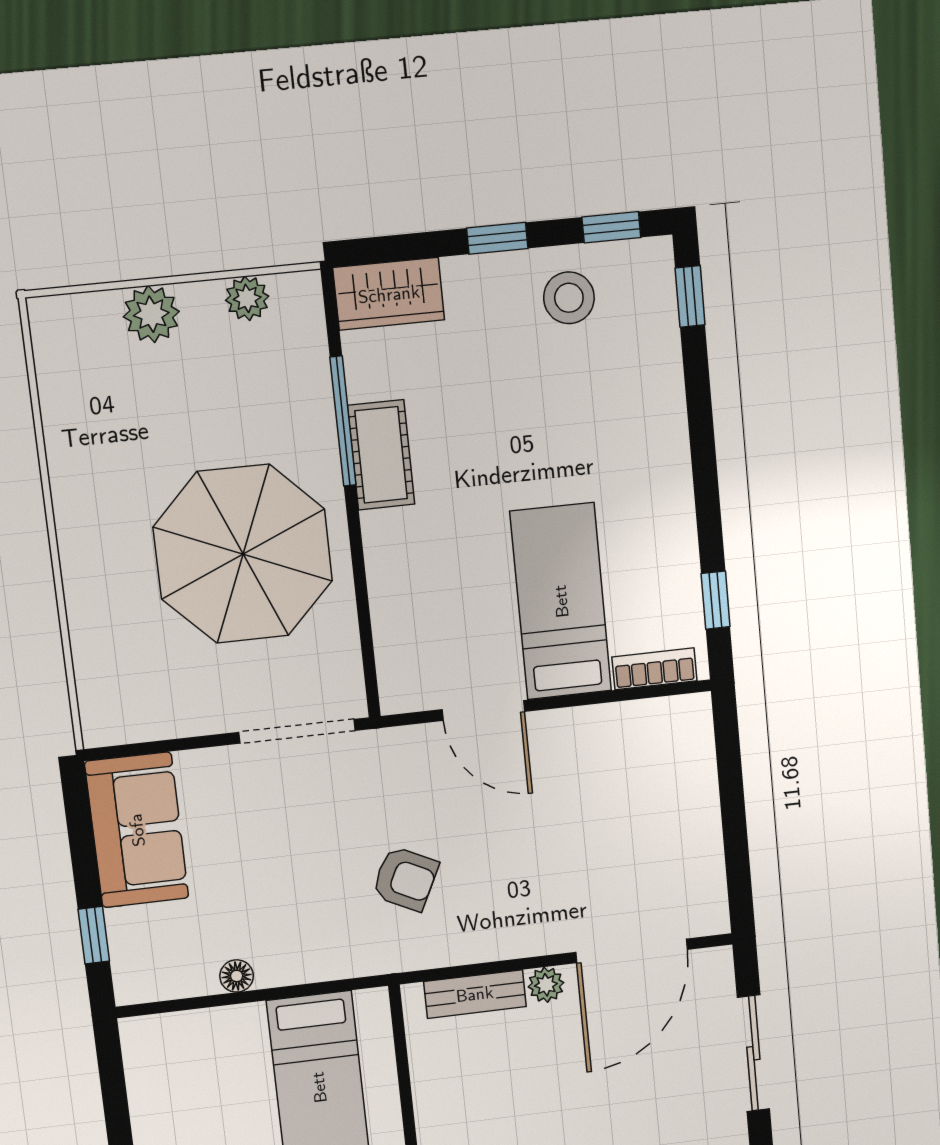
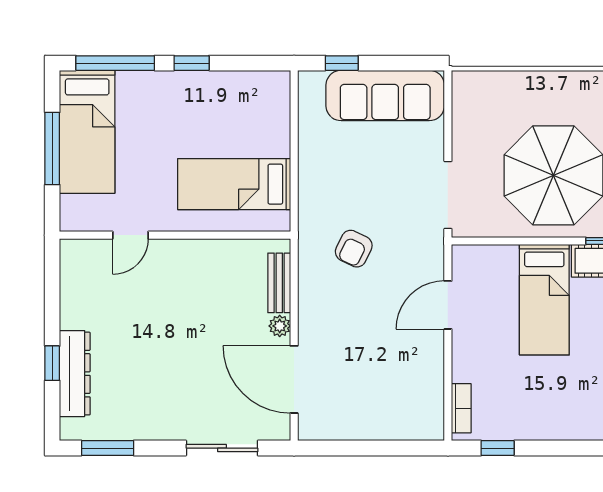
bed: (561, 601) -> (544, 300), moved, turned 90
sofa: (137, 830) -> (385, 95), width x1.36
floor lamp: (237, 976) -> (307, 143), removed

